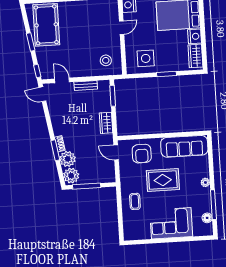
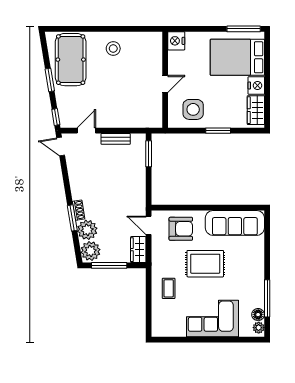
door: (122, 28) -> (165, 84), moved
stool: (106, 60) -> (113, 49), moved
door: (62, 80) -> (86, 131), hinge flipped
wardrobe: (106, 123) -> (138, 250), moved
armchair: (142, 154) -> (181, 229), turned -90
plant: (205, 182) -> (259, 328), moved

